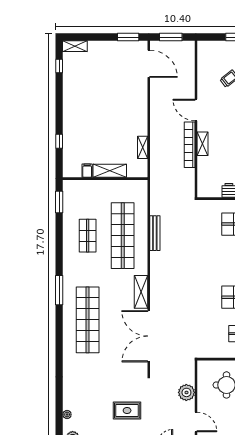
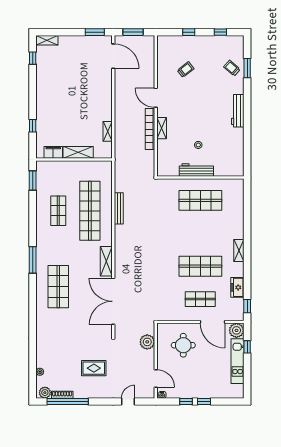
filing cabinet: (87, 171) -> (53, 152), width x2.00
shop shelf: (88, 320) -> (58, 287), width x0.71
plant: (186, 392) -> (147, 342), moved

